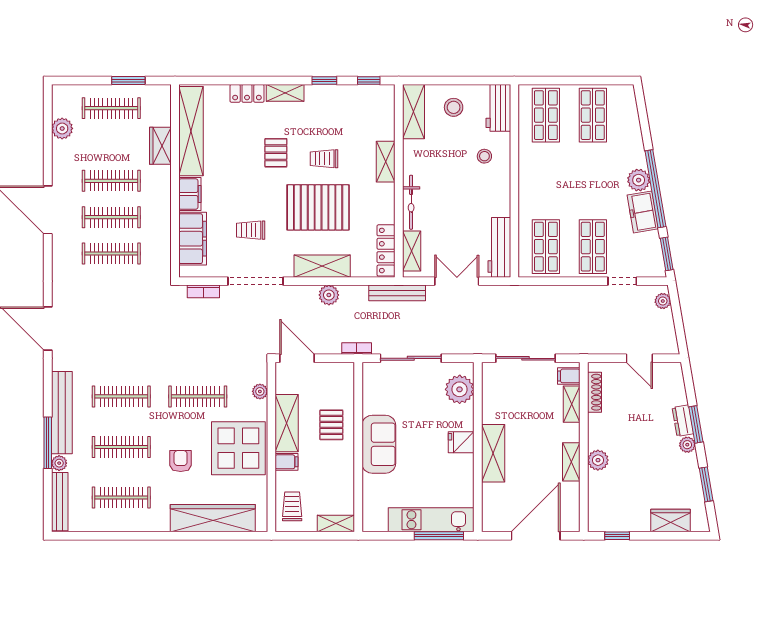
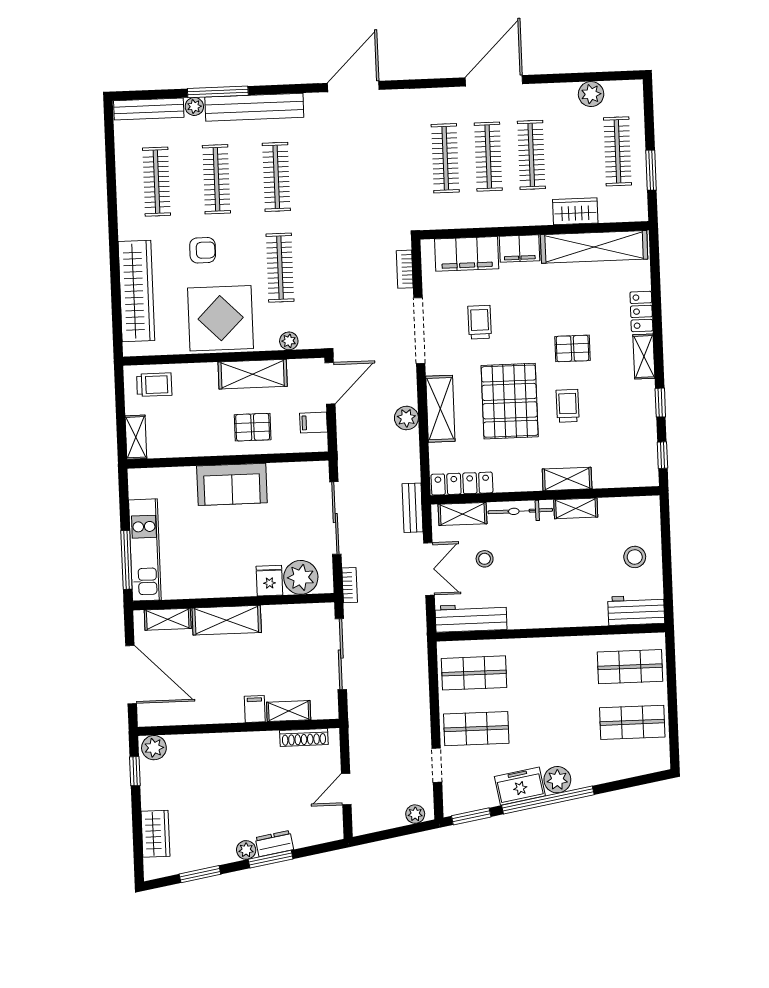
shelving: (413, 112) -> (576, 508), moved, width x0.67, depth x0.75
stool: (484, 156) -> (485, 559), moved
bench: (397, 293) -> (413, 508), width x0.73
bookcase: (357, 349) -> (350, 585), moved
filing cabinet: (569, 376) -> (255, 709), moved
fridge: (461, 442) -> (269, 581), moved
plant: (598, 460) -> (154, 748), moved
filing cabinet: (287, 462) -> (314, 423), moved, turned 90
shelving: (571, 462) -> (168, 619), moved

